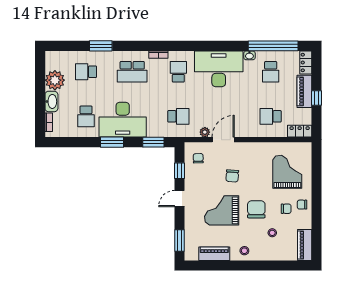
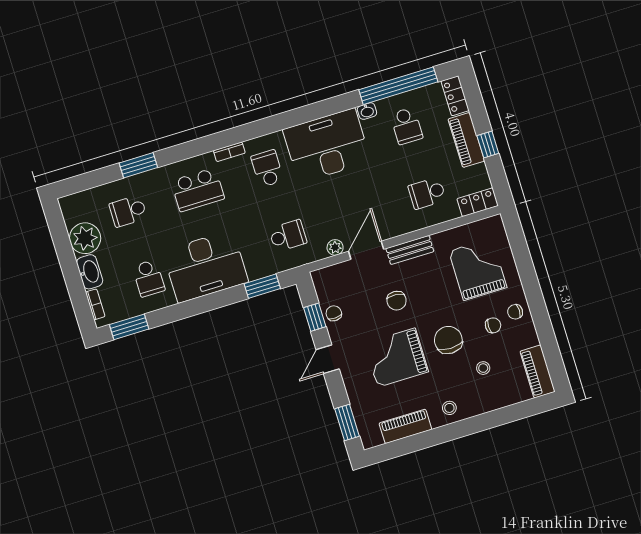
window: (112, 142) -> (129, 327), moved
bench: (250, 148) -> (410, 250), added
chair: (198, 158) -> (334, 313), moved

